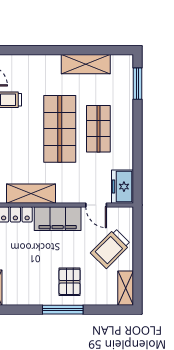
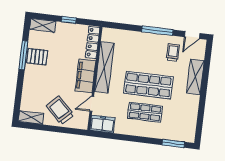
shelving: (86, 64) -> (195, 77), moved
shelving: (31, 194) -> (104, 67), width x1.47
pallet: (70, 282) -> (37, 57), moved
window: (63, 310) -> (23, 55), moved

